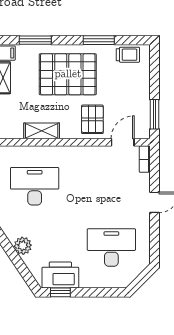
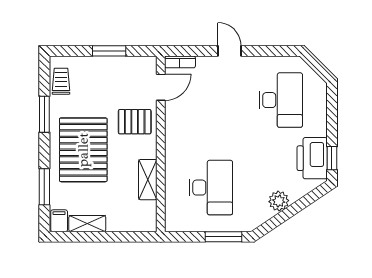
window: (154, 114) -> (109, 51), moved
door: (123, 142) -> (161, 87), swing flipped
desk: (35, 186) -> (211, 188), turned 180
desk: (111, 248) -> (281, 100), turned 180

